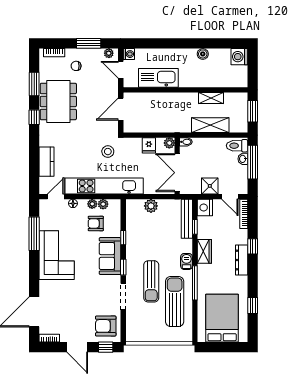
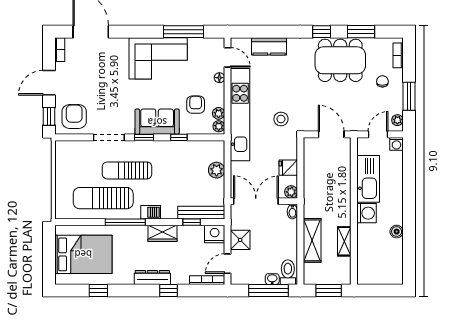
washing machine: (239, 57) -> (367, 213), moved, turned 90
plant: (92, 204) -> (219, 126), moved
sun lounger: (175, 301) -> (103, 198), turned 180

